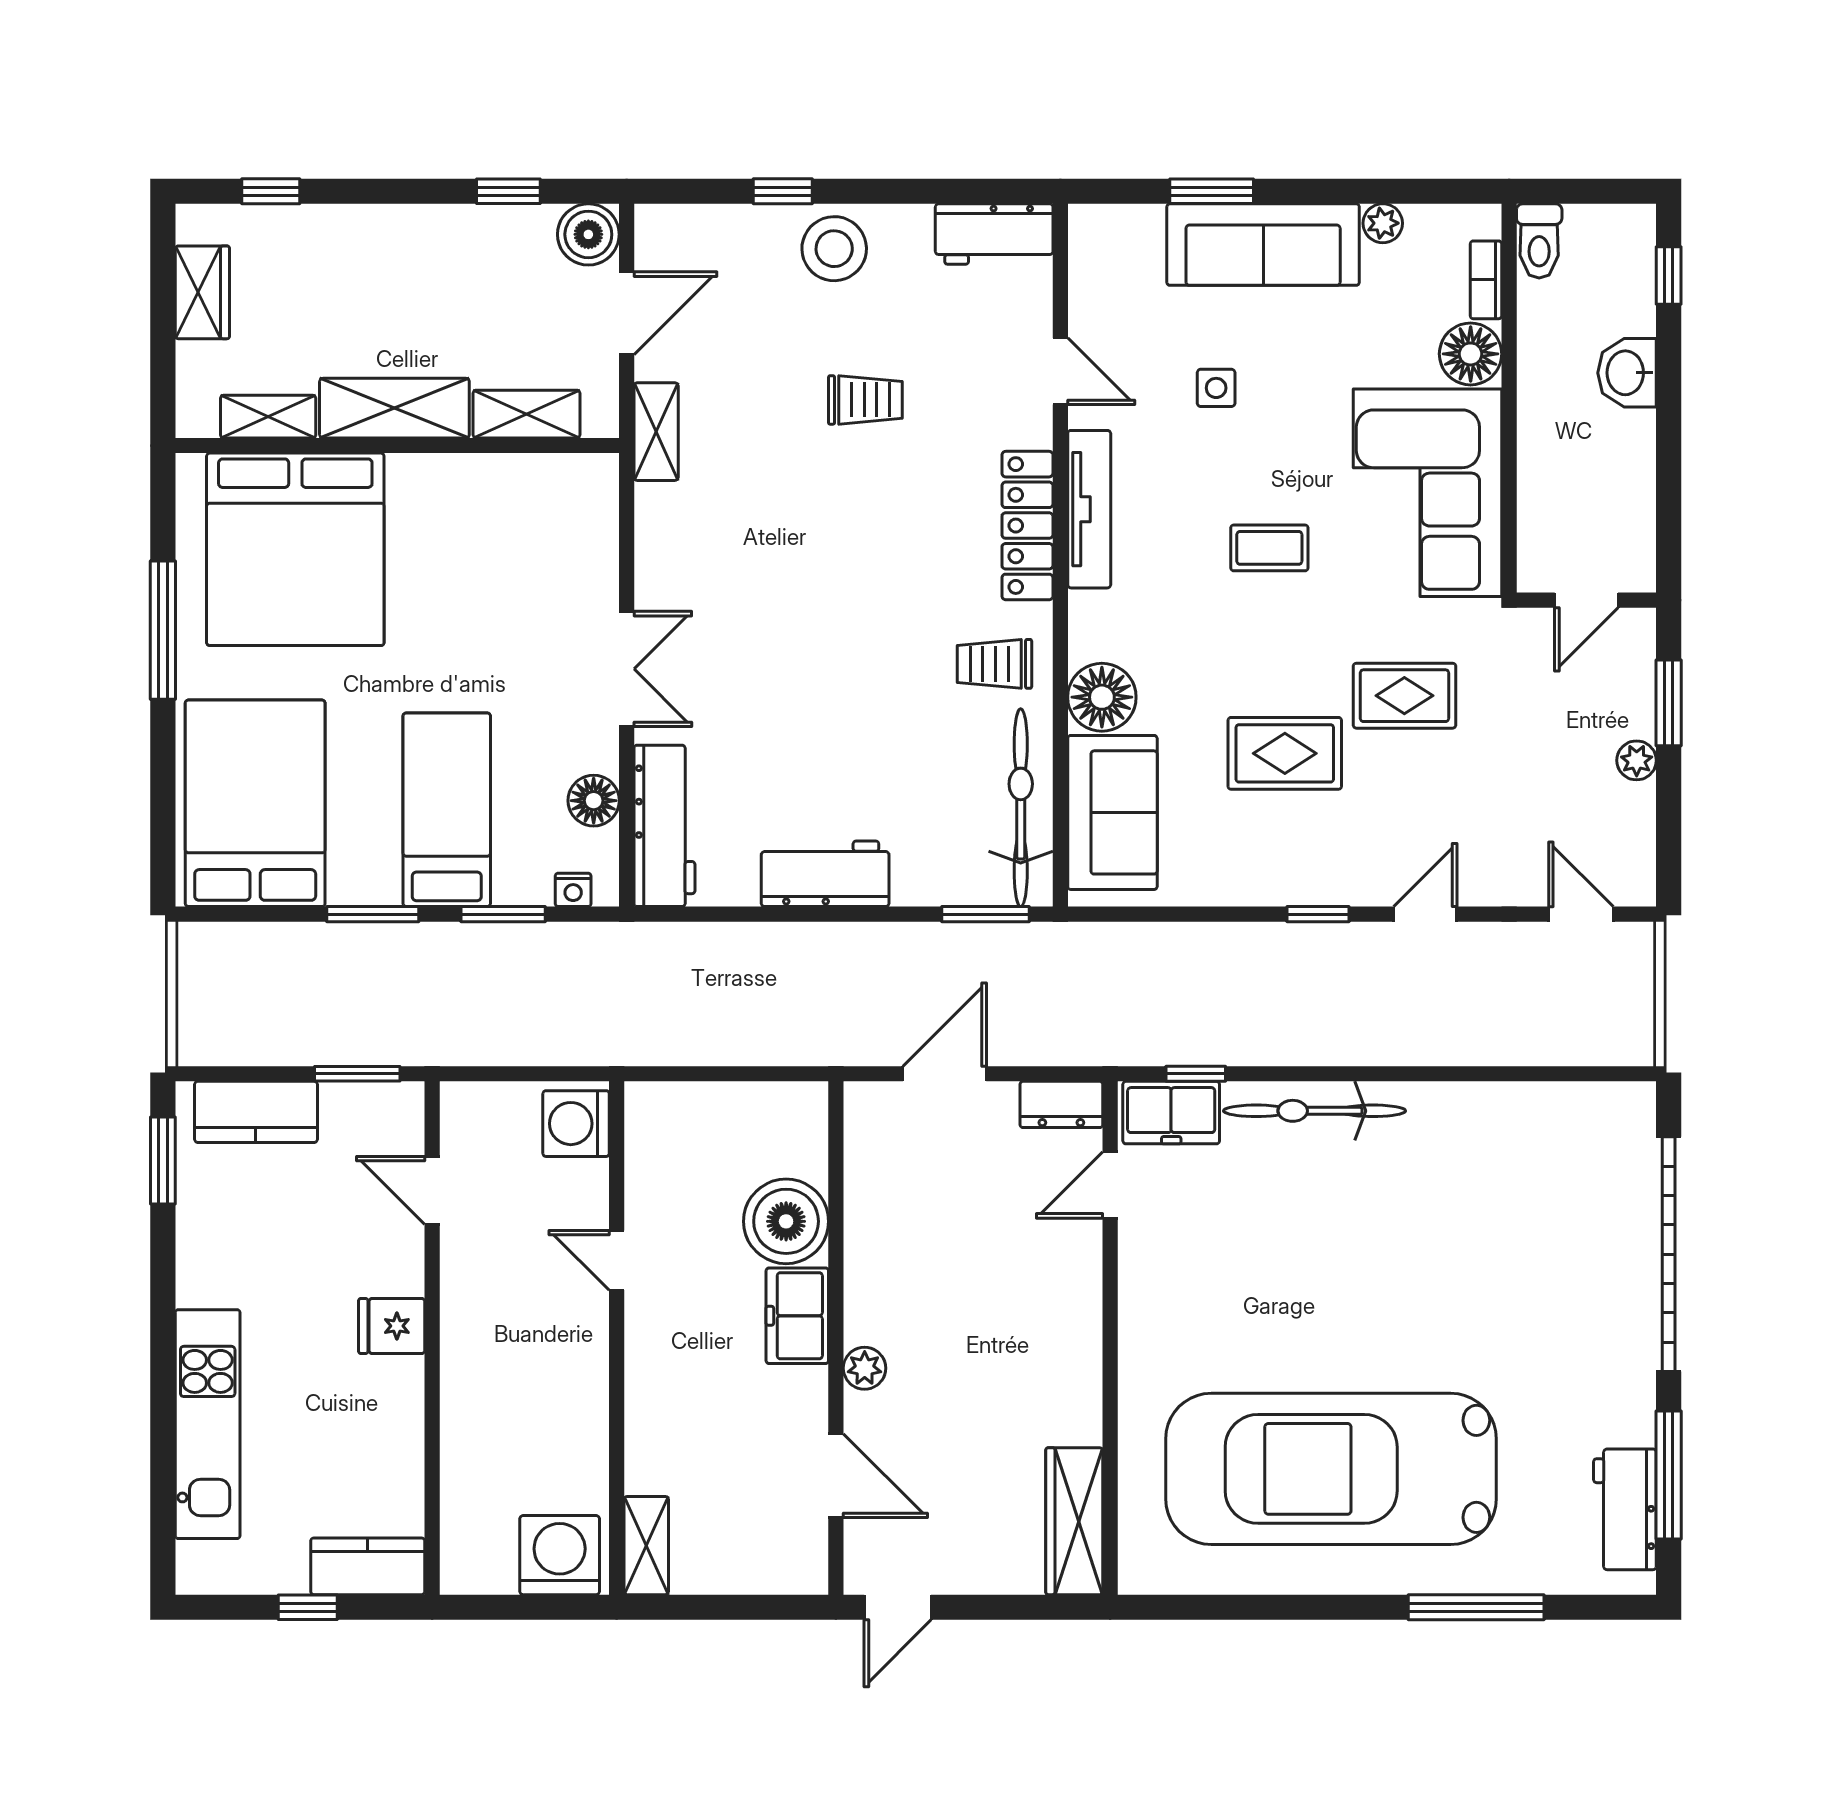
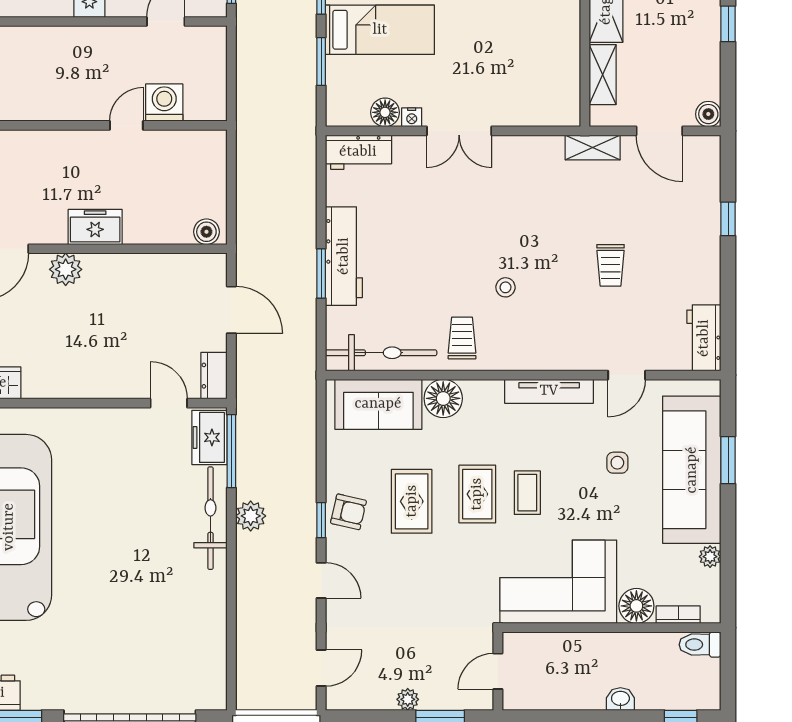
window: (508, 191) -> (728, 24), moved
boiler: (588, 234) -> (708, 114), width x0.73, depth x0.73
sofa: (1263, 245) -> (692, 470), width x1.36, depth x1.27
stool: (834, 249) -> (505, 287), moved, width x0.53, depth x0.53
washbasin: (1627, 373) -> (620, 699), width x0.72, depth x0.69
locker: (1027, 526) -> (540, 357), removed
door: (1586, 600) -> (498, 671), hinge flipped
rug: (1404, 696) -> (477, 494), moved
workbench: (664, 826) -> (358, 152), width x0.73
armchair: (1303, 866) -> (348, 512), added
workbench: (825, 874) -> (344, 256), width x1.38
nightstand: (573, 890) -> (412, 117), moved, turned -90
window: (985, 914) -> (321, 274), moved
plant: (1311, 1039) -> (251, 516), added
window: (1196, 1074) -> (231, 451), width x2.17
washing machine: (576, 1124) -> (164, 102), moved
boiler: (786, 1221) -> (206, 232), moved, width x0.54, depth x0.54
plant: (865, 1368) -> (66, 269), width x1.38, depth x1.38

